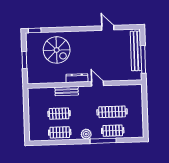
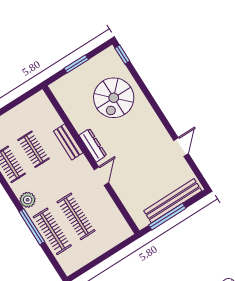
clothes rail: (113, 131) -> (52, 231), width x1.36

